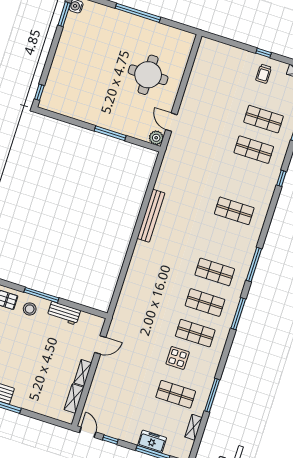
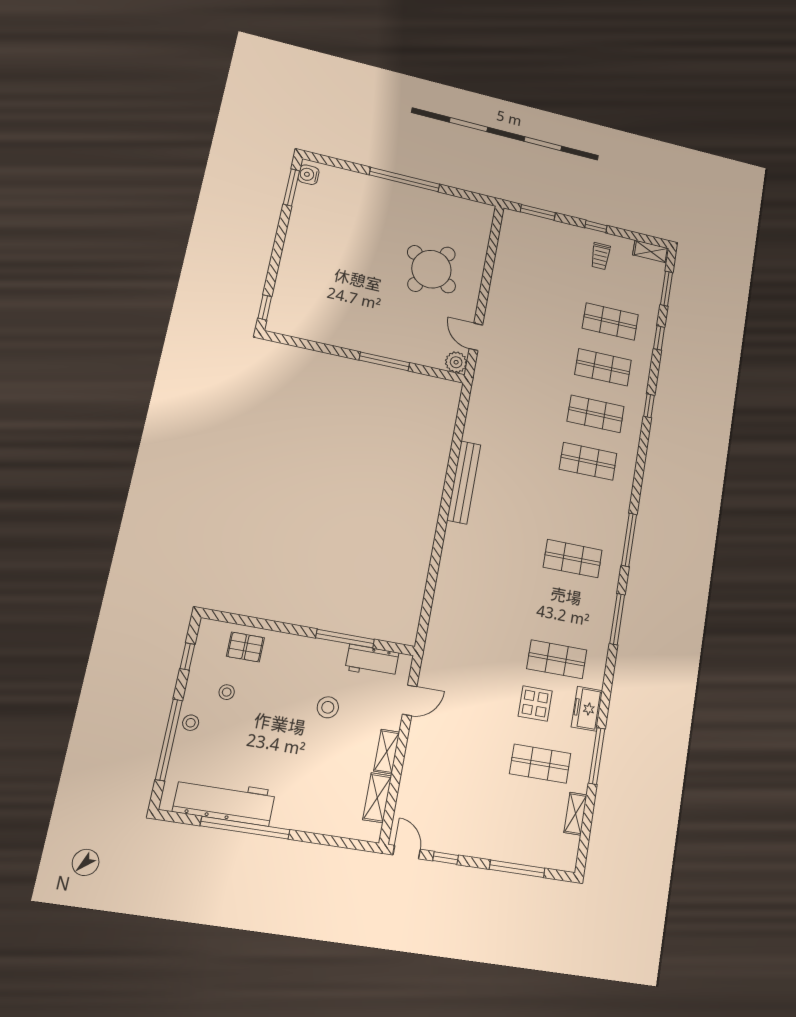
window: (225, 40) -> (538, 212), added
round table: (148, 75) -> (431, 269), turned 34
window: (41, 295) -> (345, 639), moved
shop shelf: (205, 303) -> (596, 414), moved
stool: (30, 309) -> (328, 707), moved
workbench: (64, 313) -> (372, 661), moved
freezer: (152, 442) -> (587, 709), moved, turned -90

